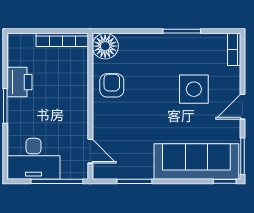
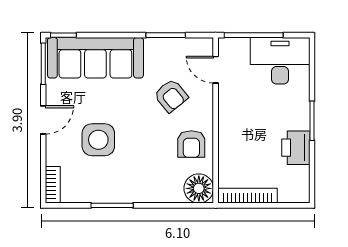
armchair: (130, 128) -> (171, 96), added

